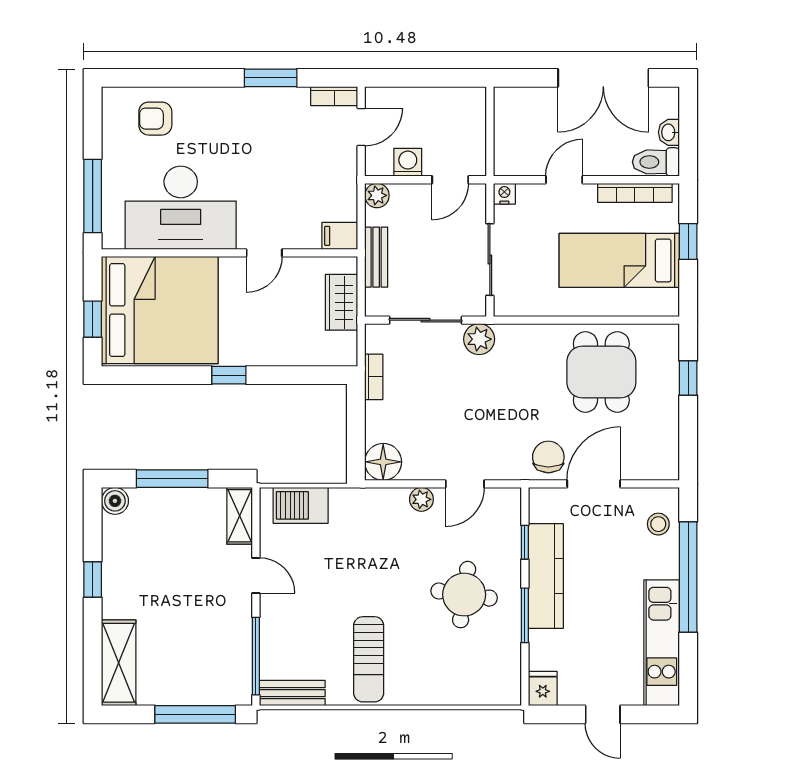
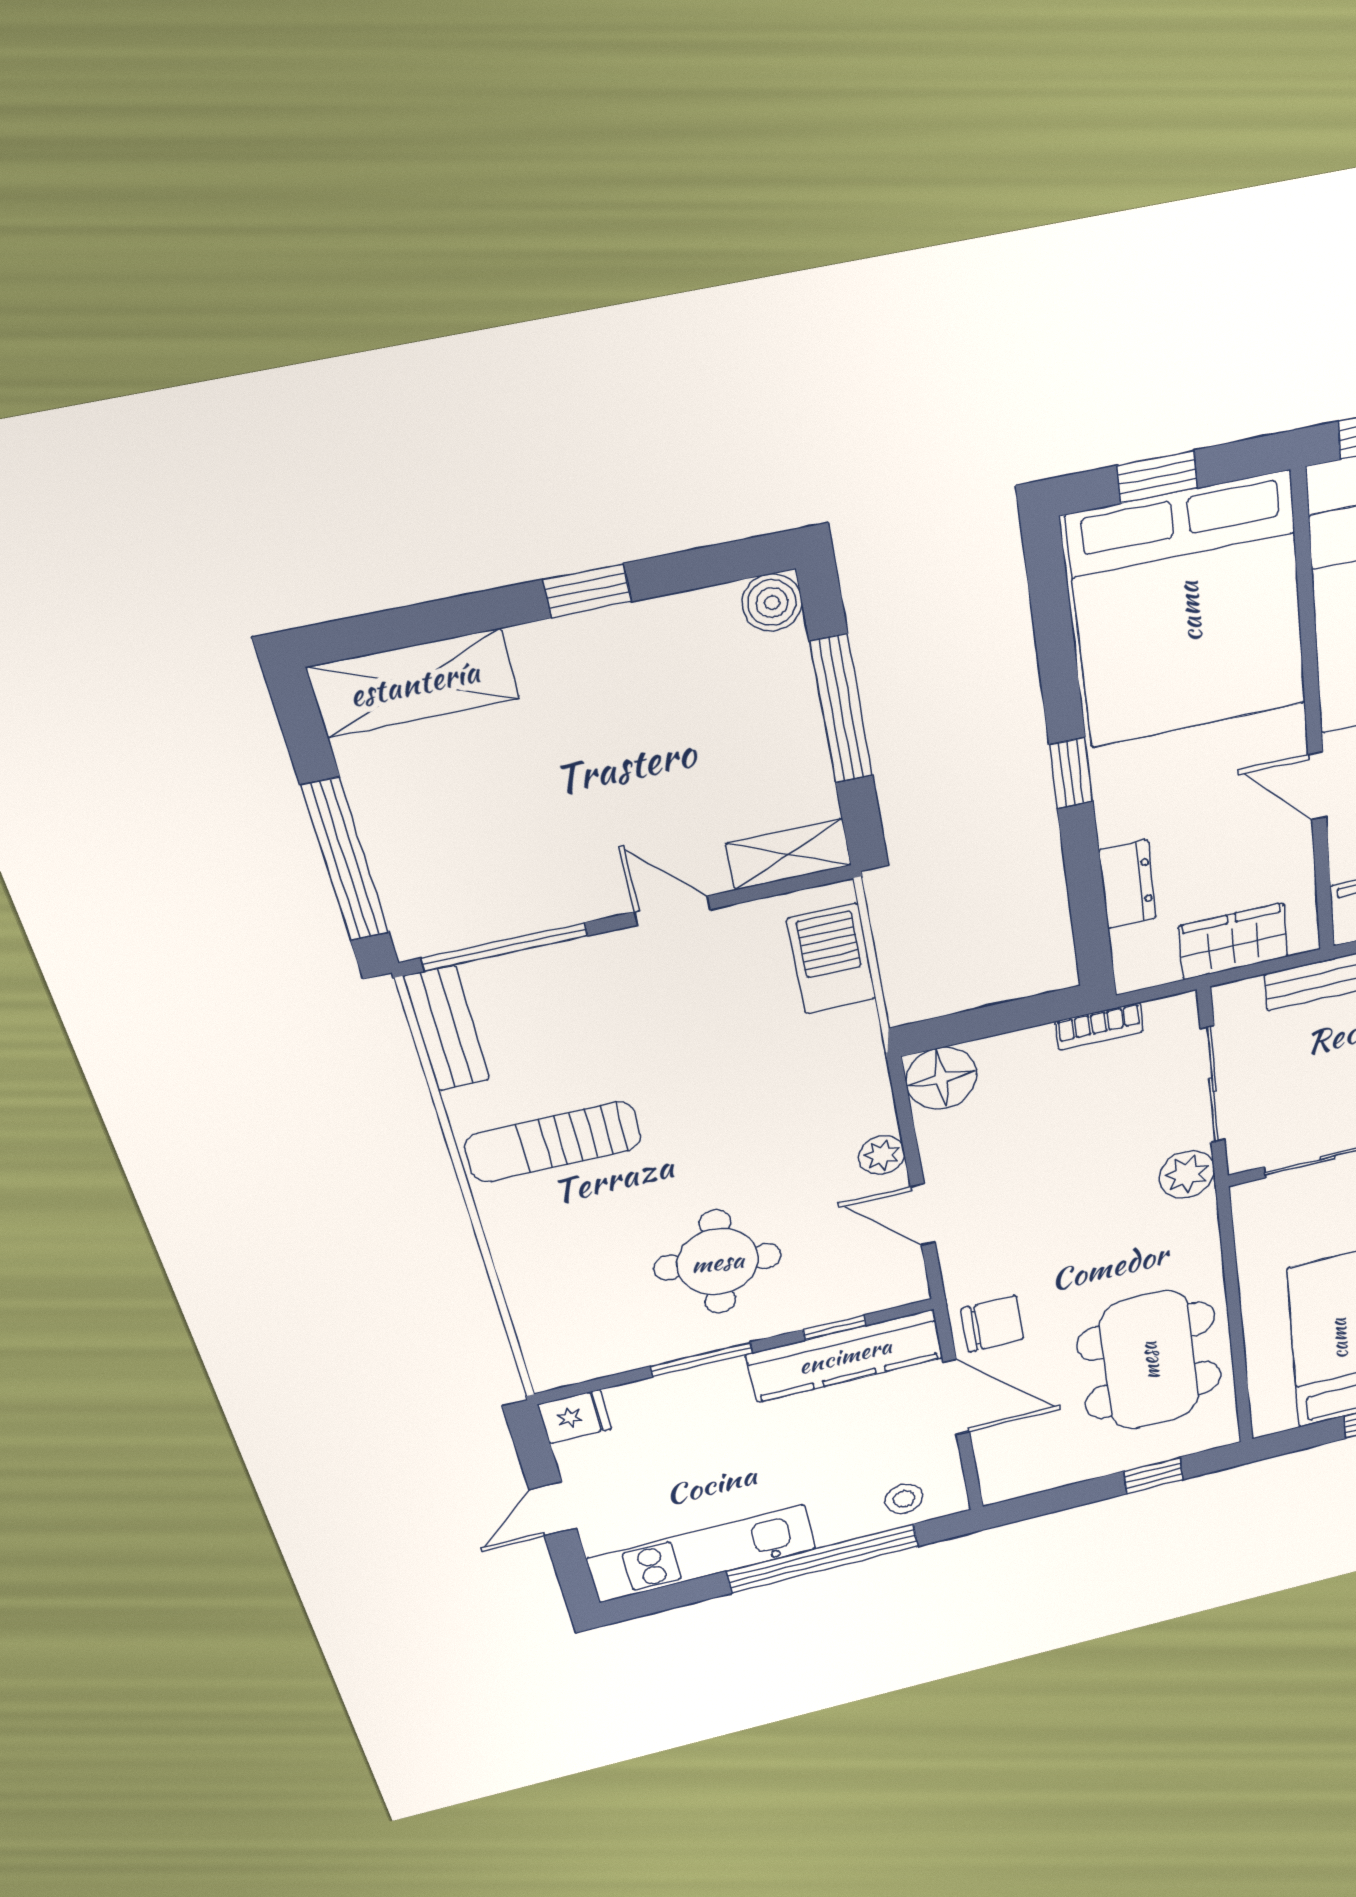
dresser: (296, 354) -> (1128, 884), added
dining table: (601, 372) -> (1149, 1361), width x1.38
door: (256, 575) -> (672, 911), swing flipped
kitchen counter: (546, 576) -> (845, 1356), moved

